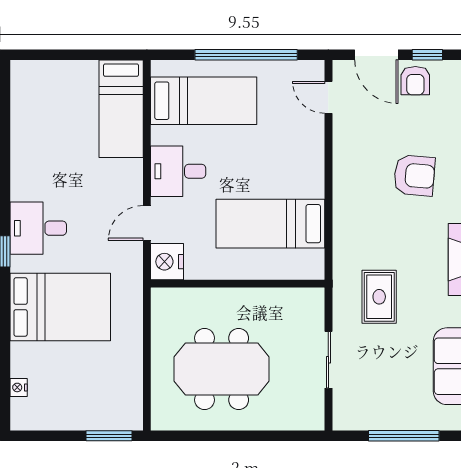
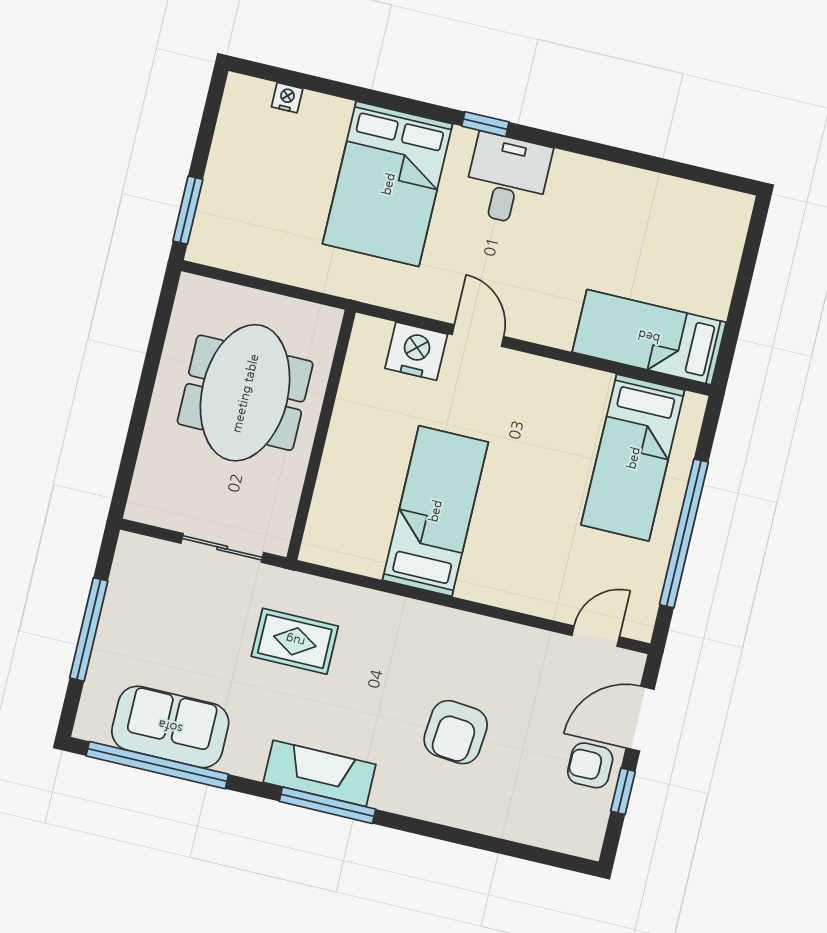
desk: (178, 171) -> (541, 397), removed
wall: (238, 284) -> (321, 435), moved

